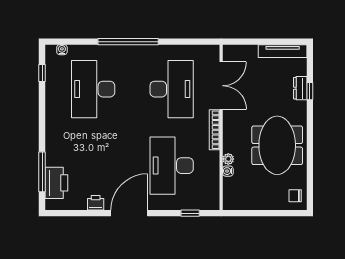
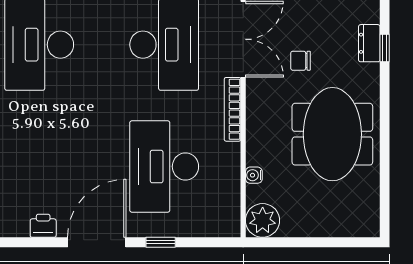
plant: (228, 159) -> (263, 220), moved, width x1.88, depth x1.88
chair: (295, 196) -> (301, 61), moved
window: (190, 213) -> (161, 242), moved

